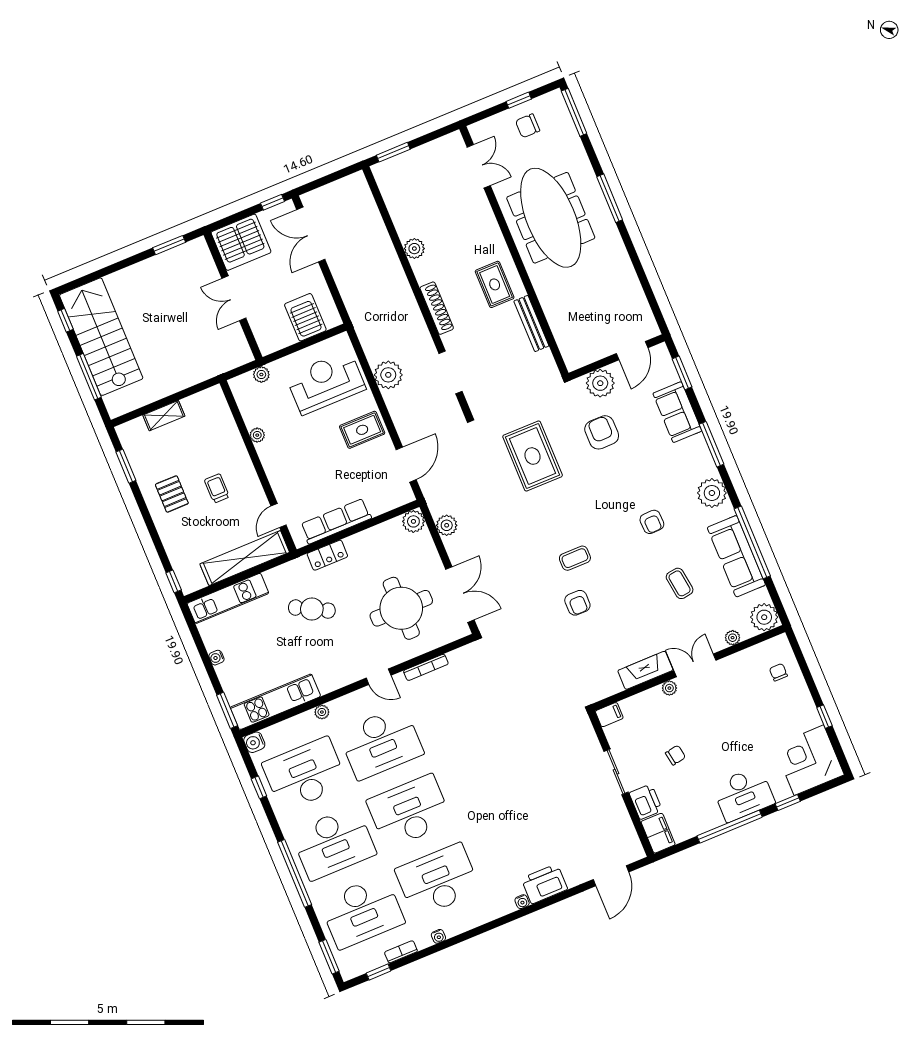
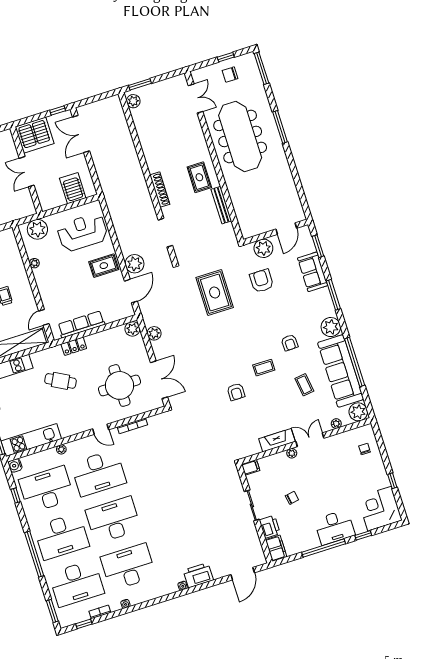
plant: (414, 249) -> (133, 101), moved
plant: (261, 375) -> (37, 229), width x1.87, depth x1.87
plant: (388, 375) -> (135, 264), moved
sofa: (736, 556) -> (341, 371), width x1.36, depth x1.27
coffee table: (575, 558) -> (264, 368), moved

